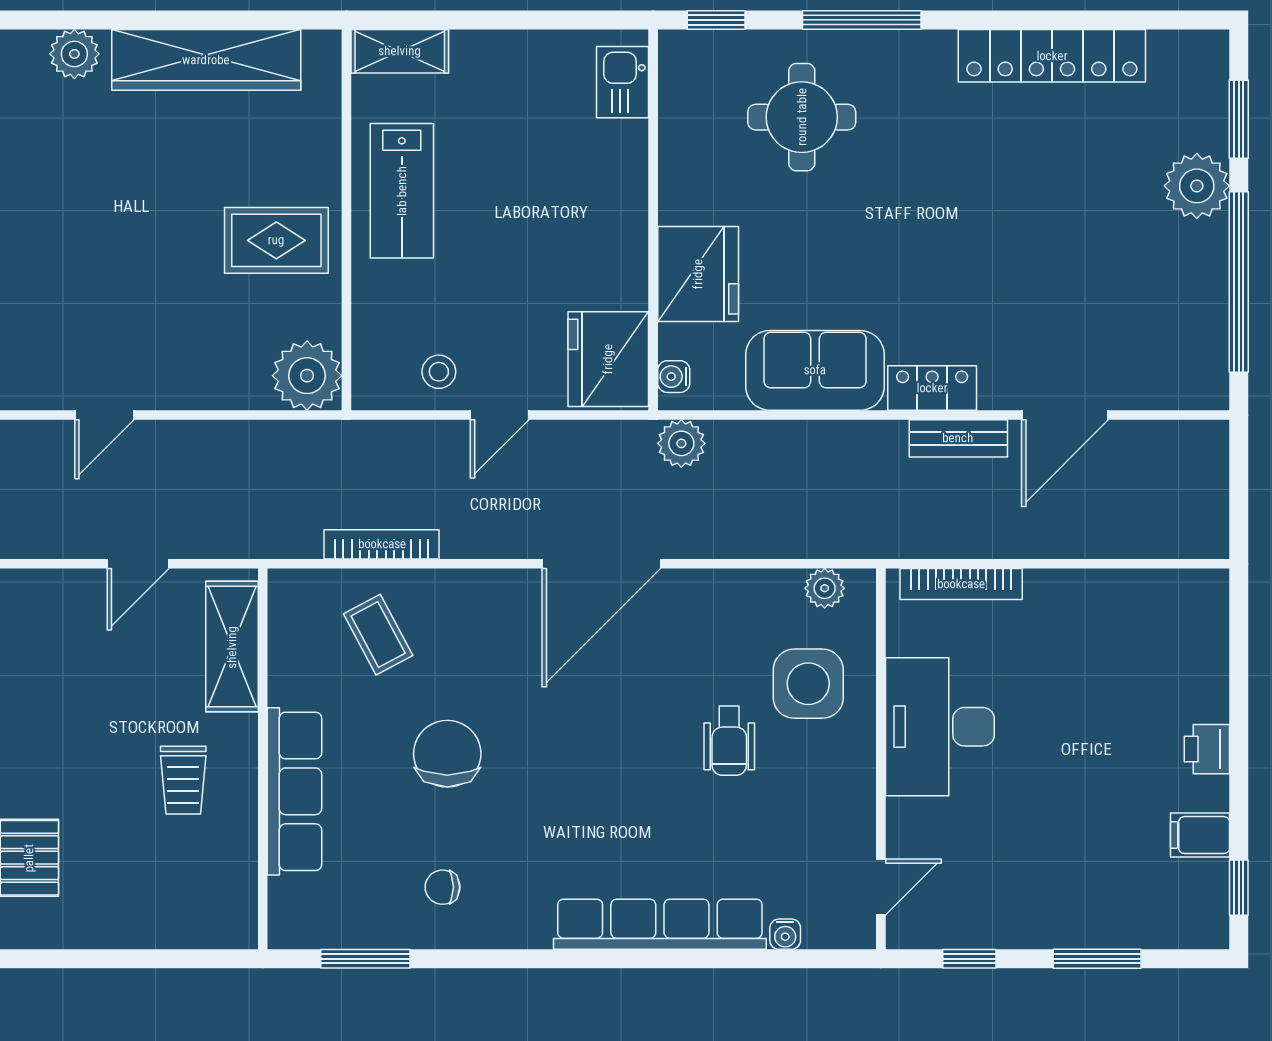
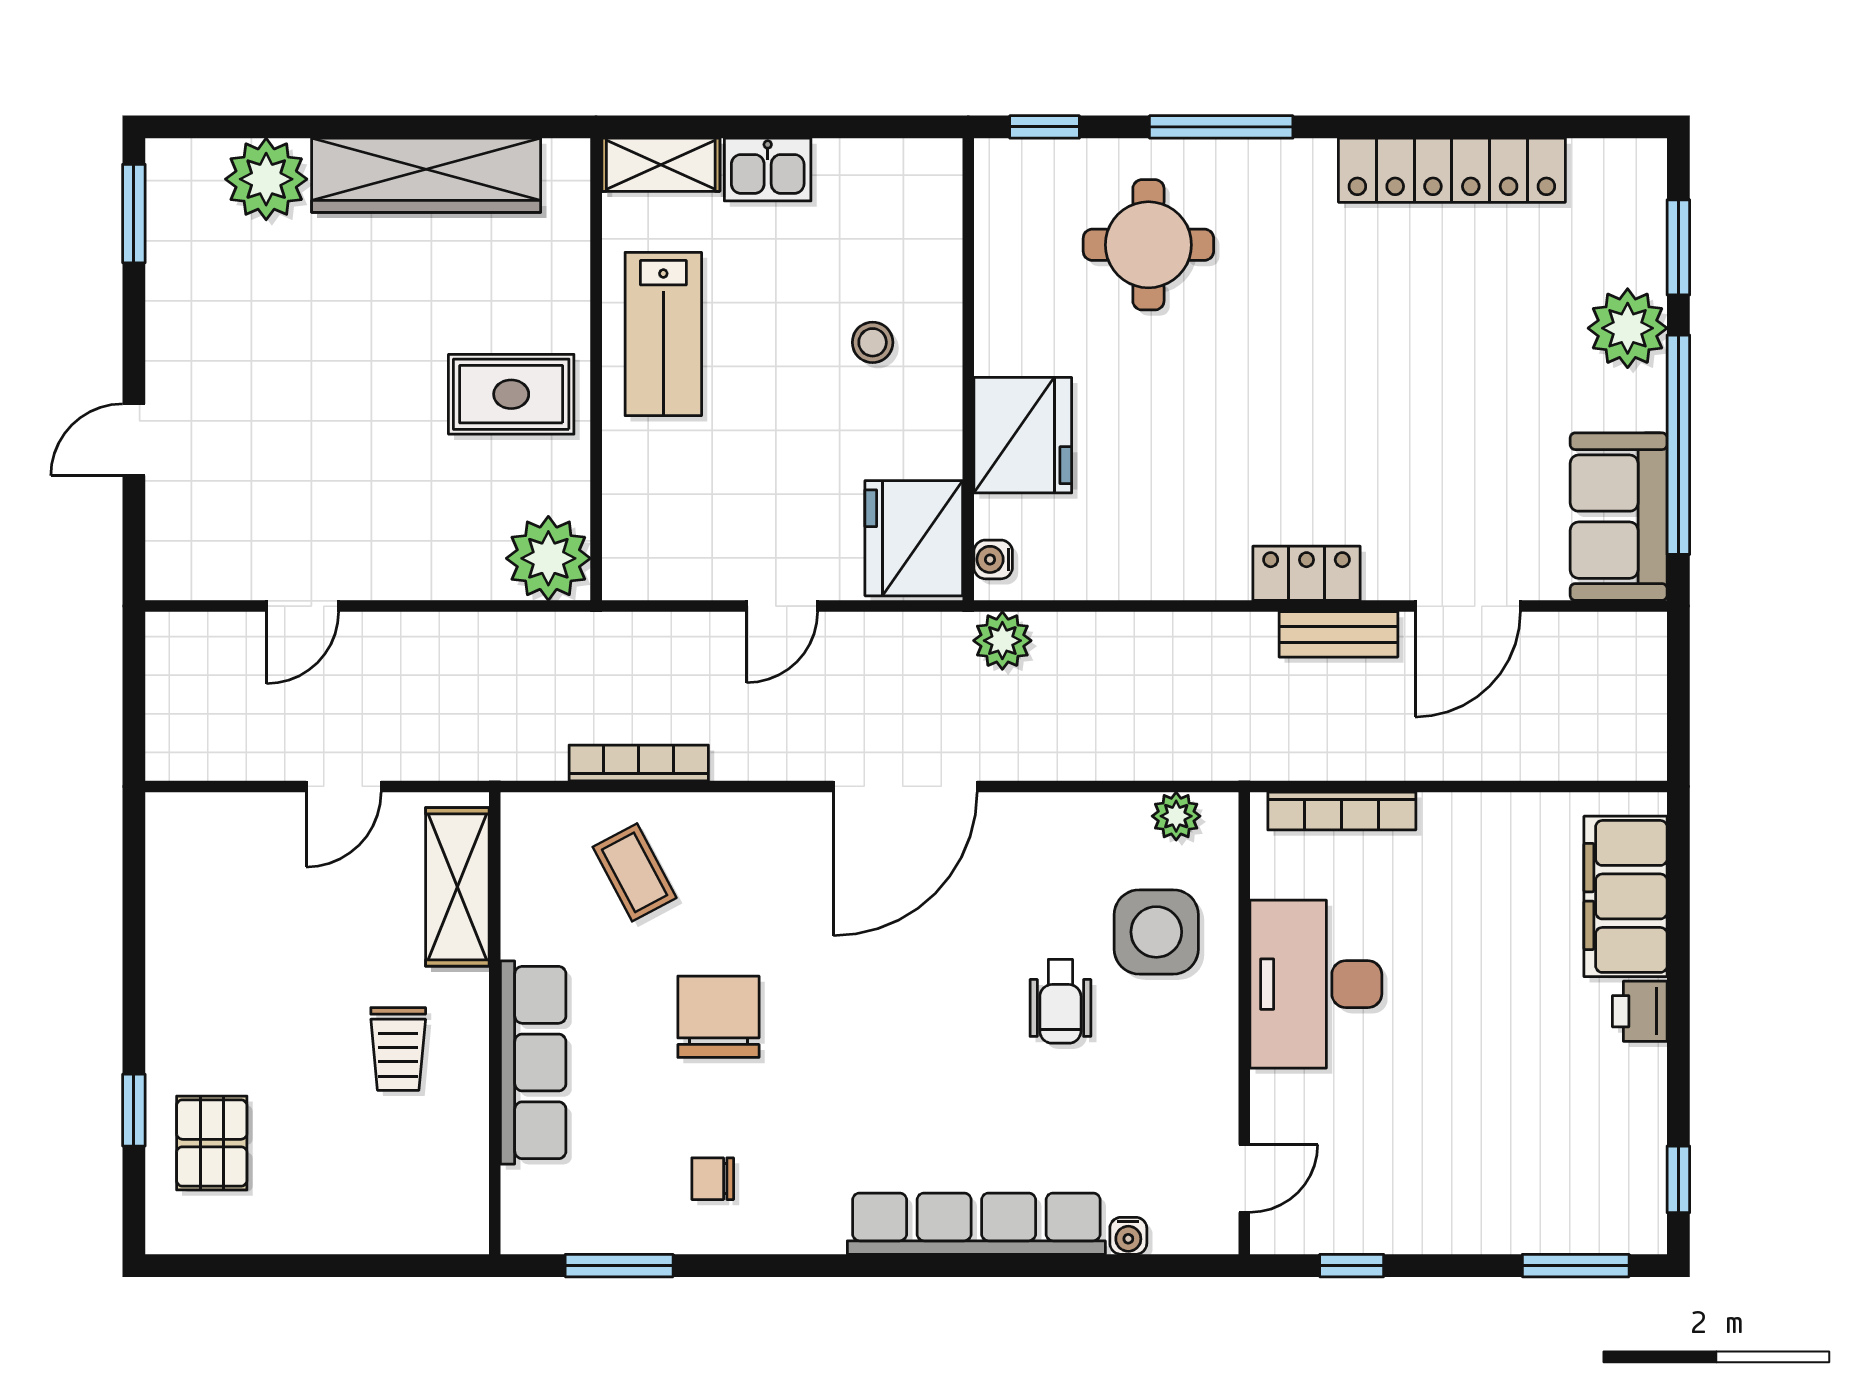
plant: (74, 54) -> (266, 179), width x1.36, depth x1.36
kitchen sink: (623, 82) -> (768, 170), moved, turned -90
sofa: (815, 370) -> (1619, 517), moved, turned -90
stool: (439, 372) -> (873, 342), moved
filing cabinet: (1200, 835) -> (1626, 896), moved, width x3.00, depth x1.17
window: (1097, 959) -> (1576, 1266), moved

